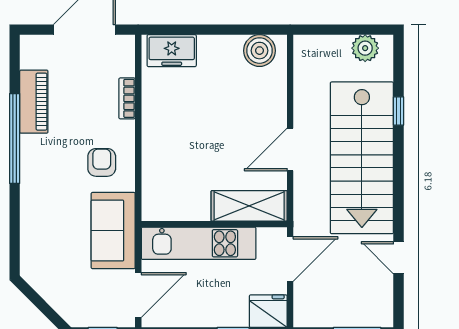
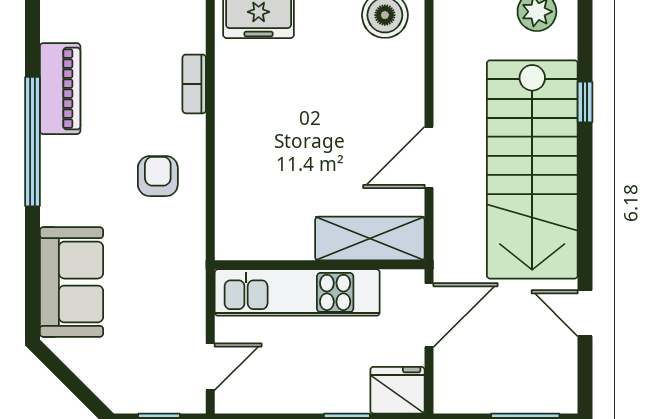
sofa: (113, 231) -> (71, 282), moved, turned 180
door: (138, 295) -> (210, 367), width x0.73

